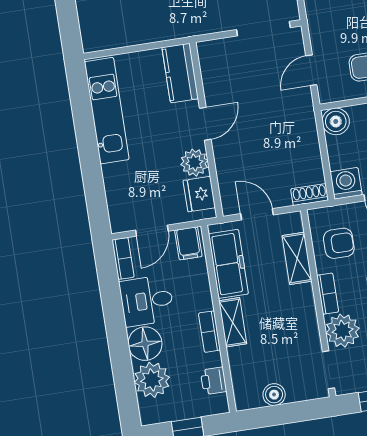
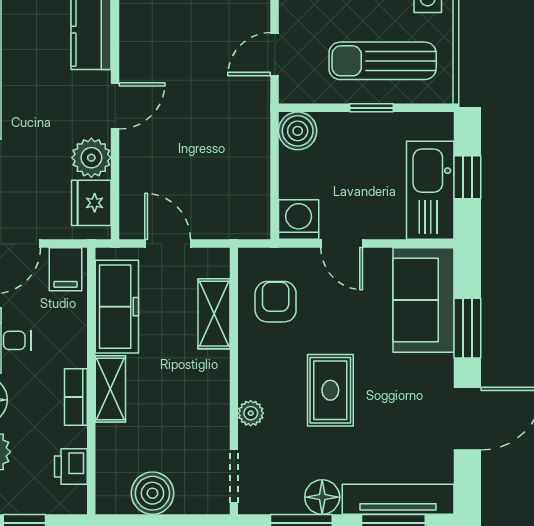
shoe rack: (310, 195) -> (245, 227), removed
armchair: (339, 243) -> (276, 302), turned -90
bookcase: (328, 294) -> (249, 369), removed
plant: (343, 331) -> (251, 413), width x0.53, depth x0.53
boiler: (274, 395) -> (152, 493), width x1.36, depth x1.36

